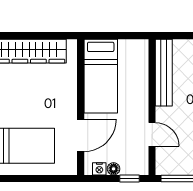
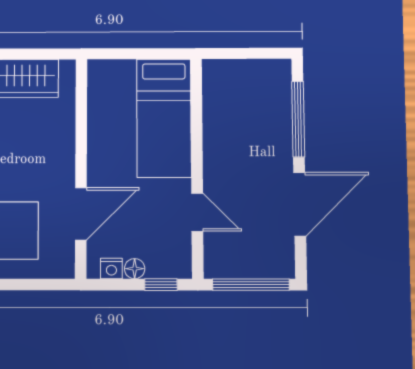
bench: (164, 73) -> (216, 112), removed
bed: (101, 76) -> (164, 118), moved

